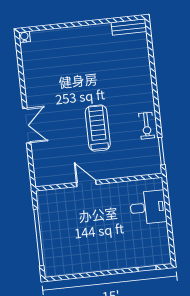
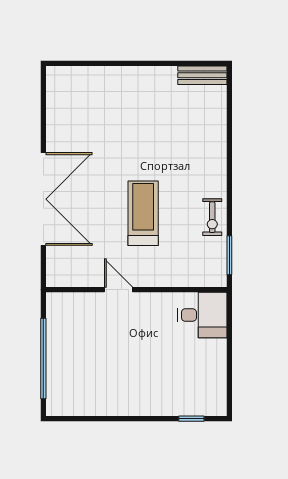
water cooler: (24, 37) -> (53, 74), removed
double door: (27, 126) -> (43, 199), width x1.87
desk: (148, 207) -> (202, 315), moved

